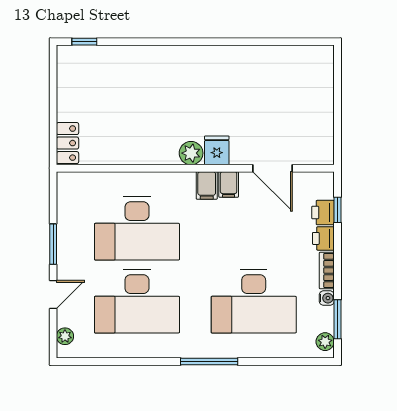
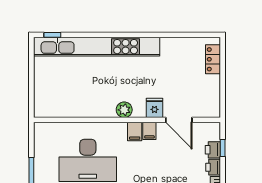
kitchen unit: (150, 59) -> (97, 47), added
locker: (68, 143) -> (213, 59), moved, turned 180
fridge: (217, 150) -> (154, 108), moved

